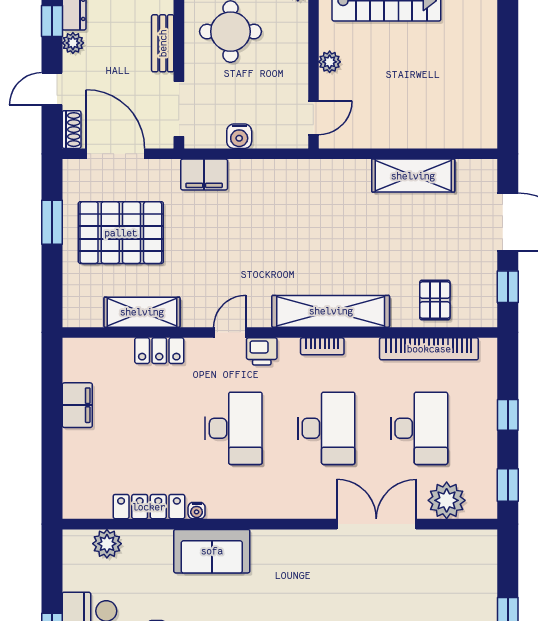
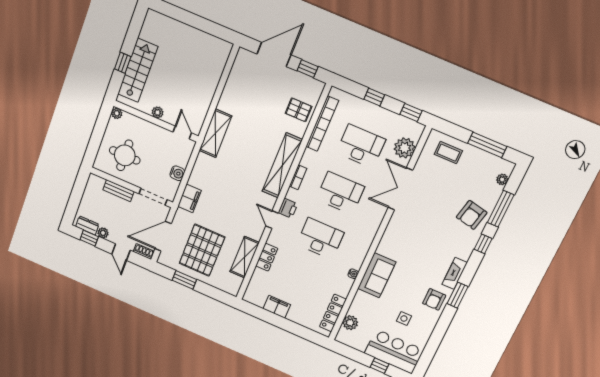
shelving: (413, 176) -> (215, 133), moved
locker: (149, 507) -> (333, 313), moved
coffee table: (469, 574) -> (448, 153), added

